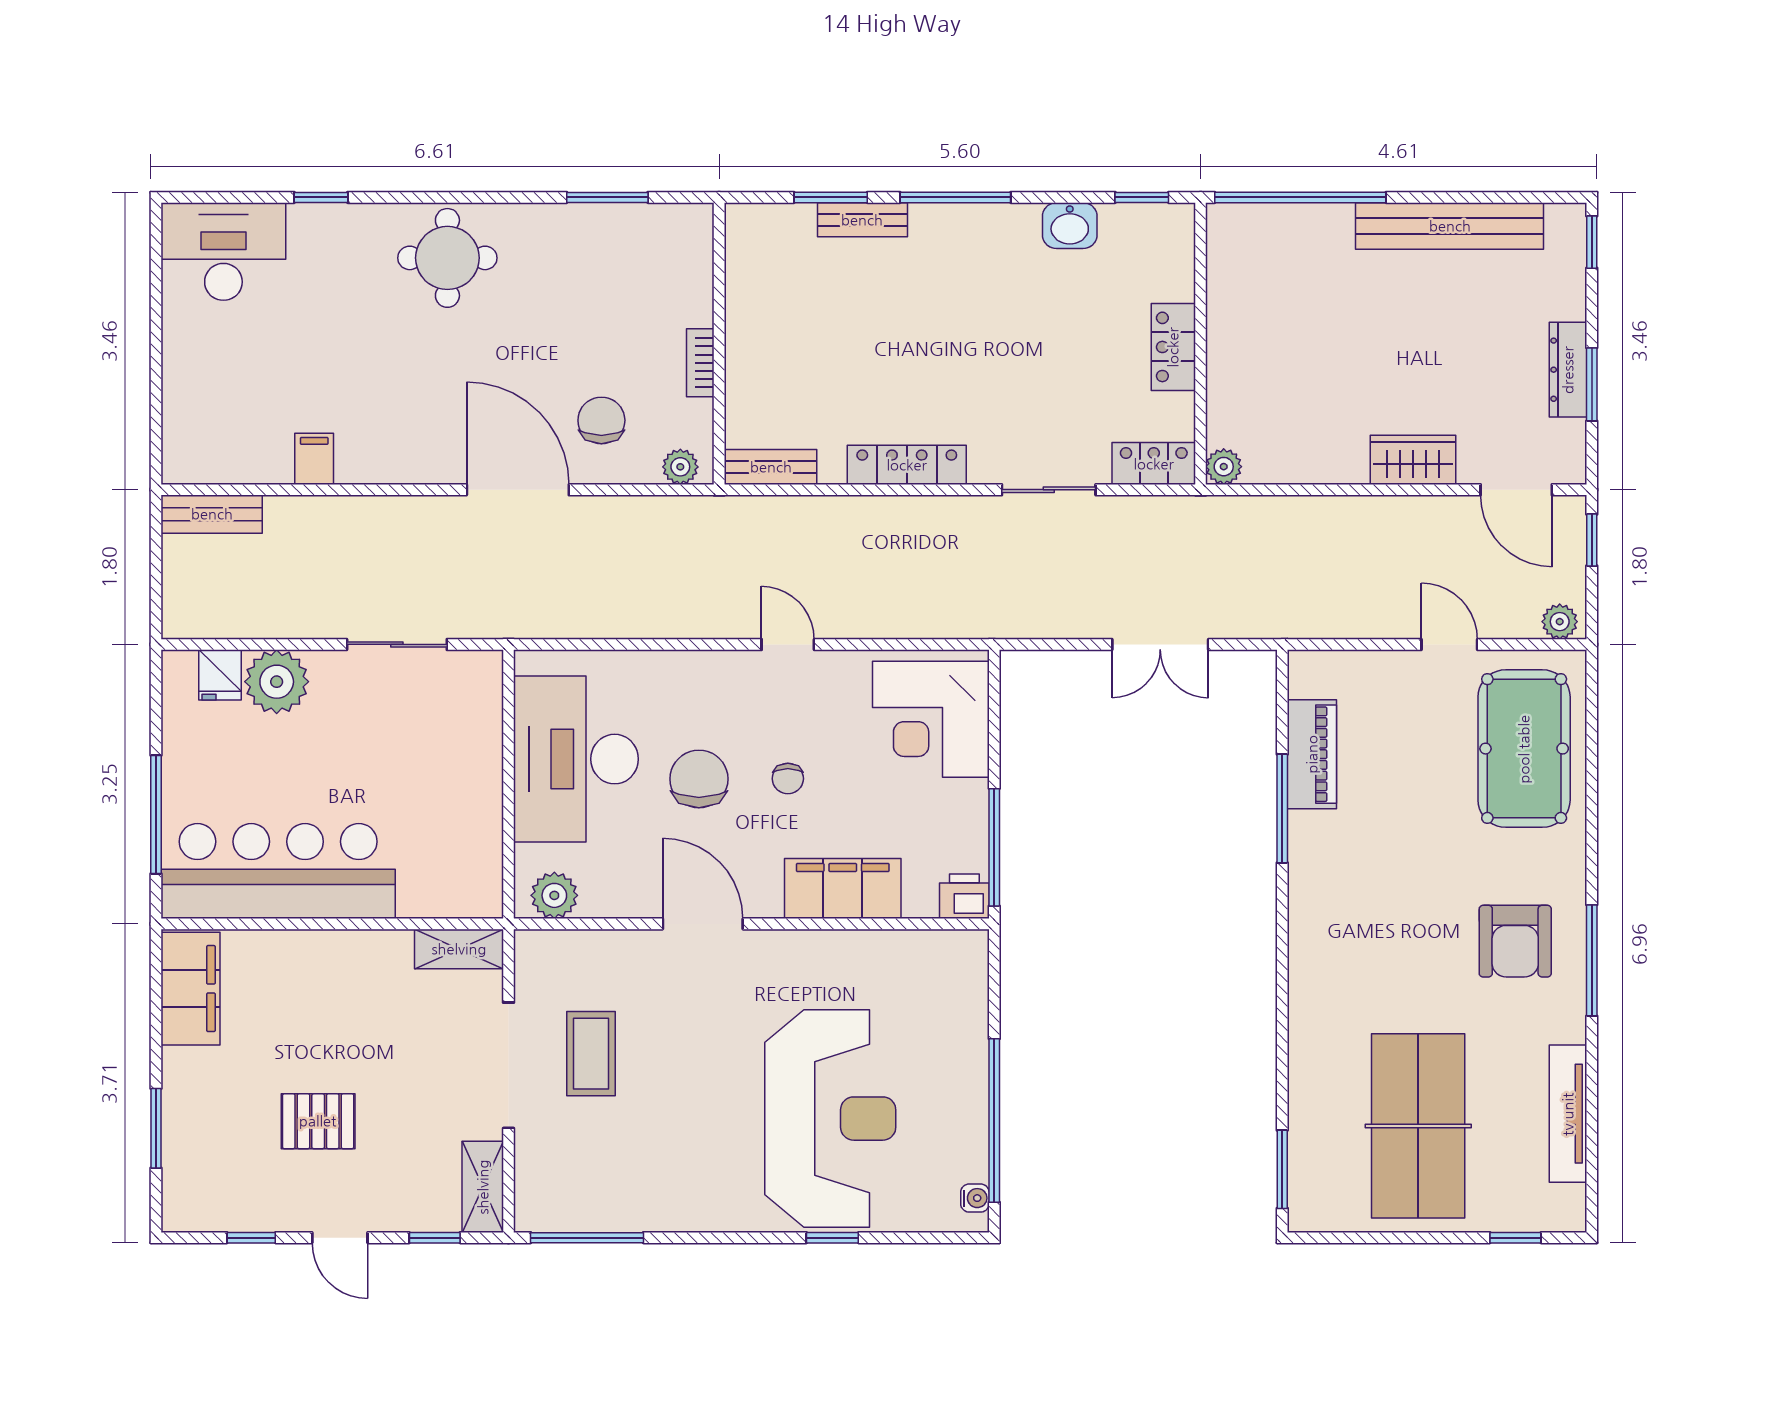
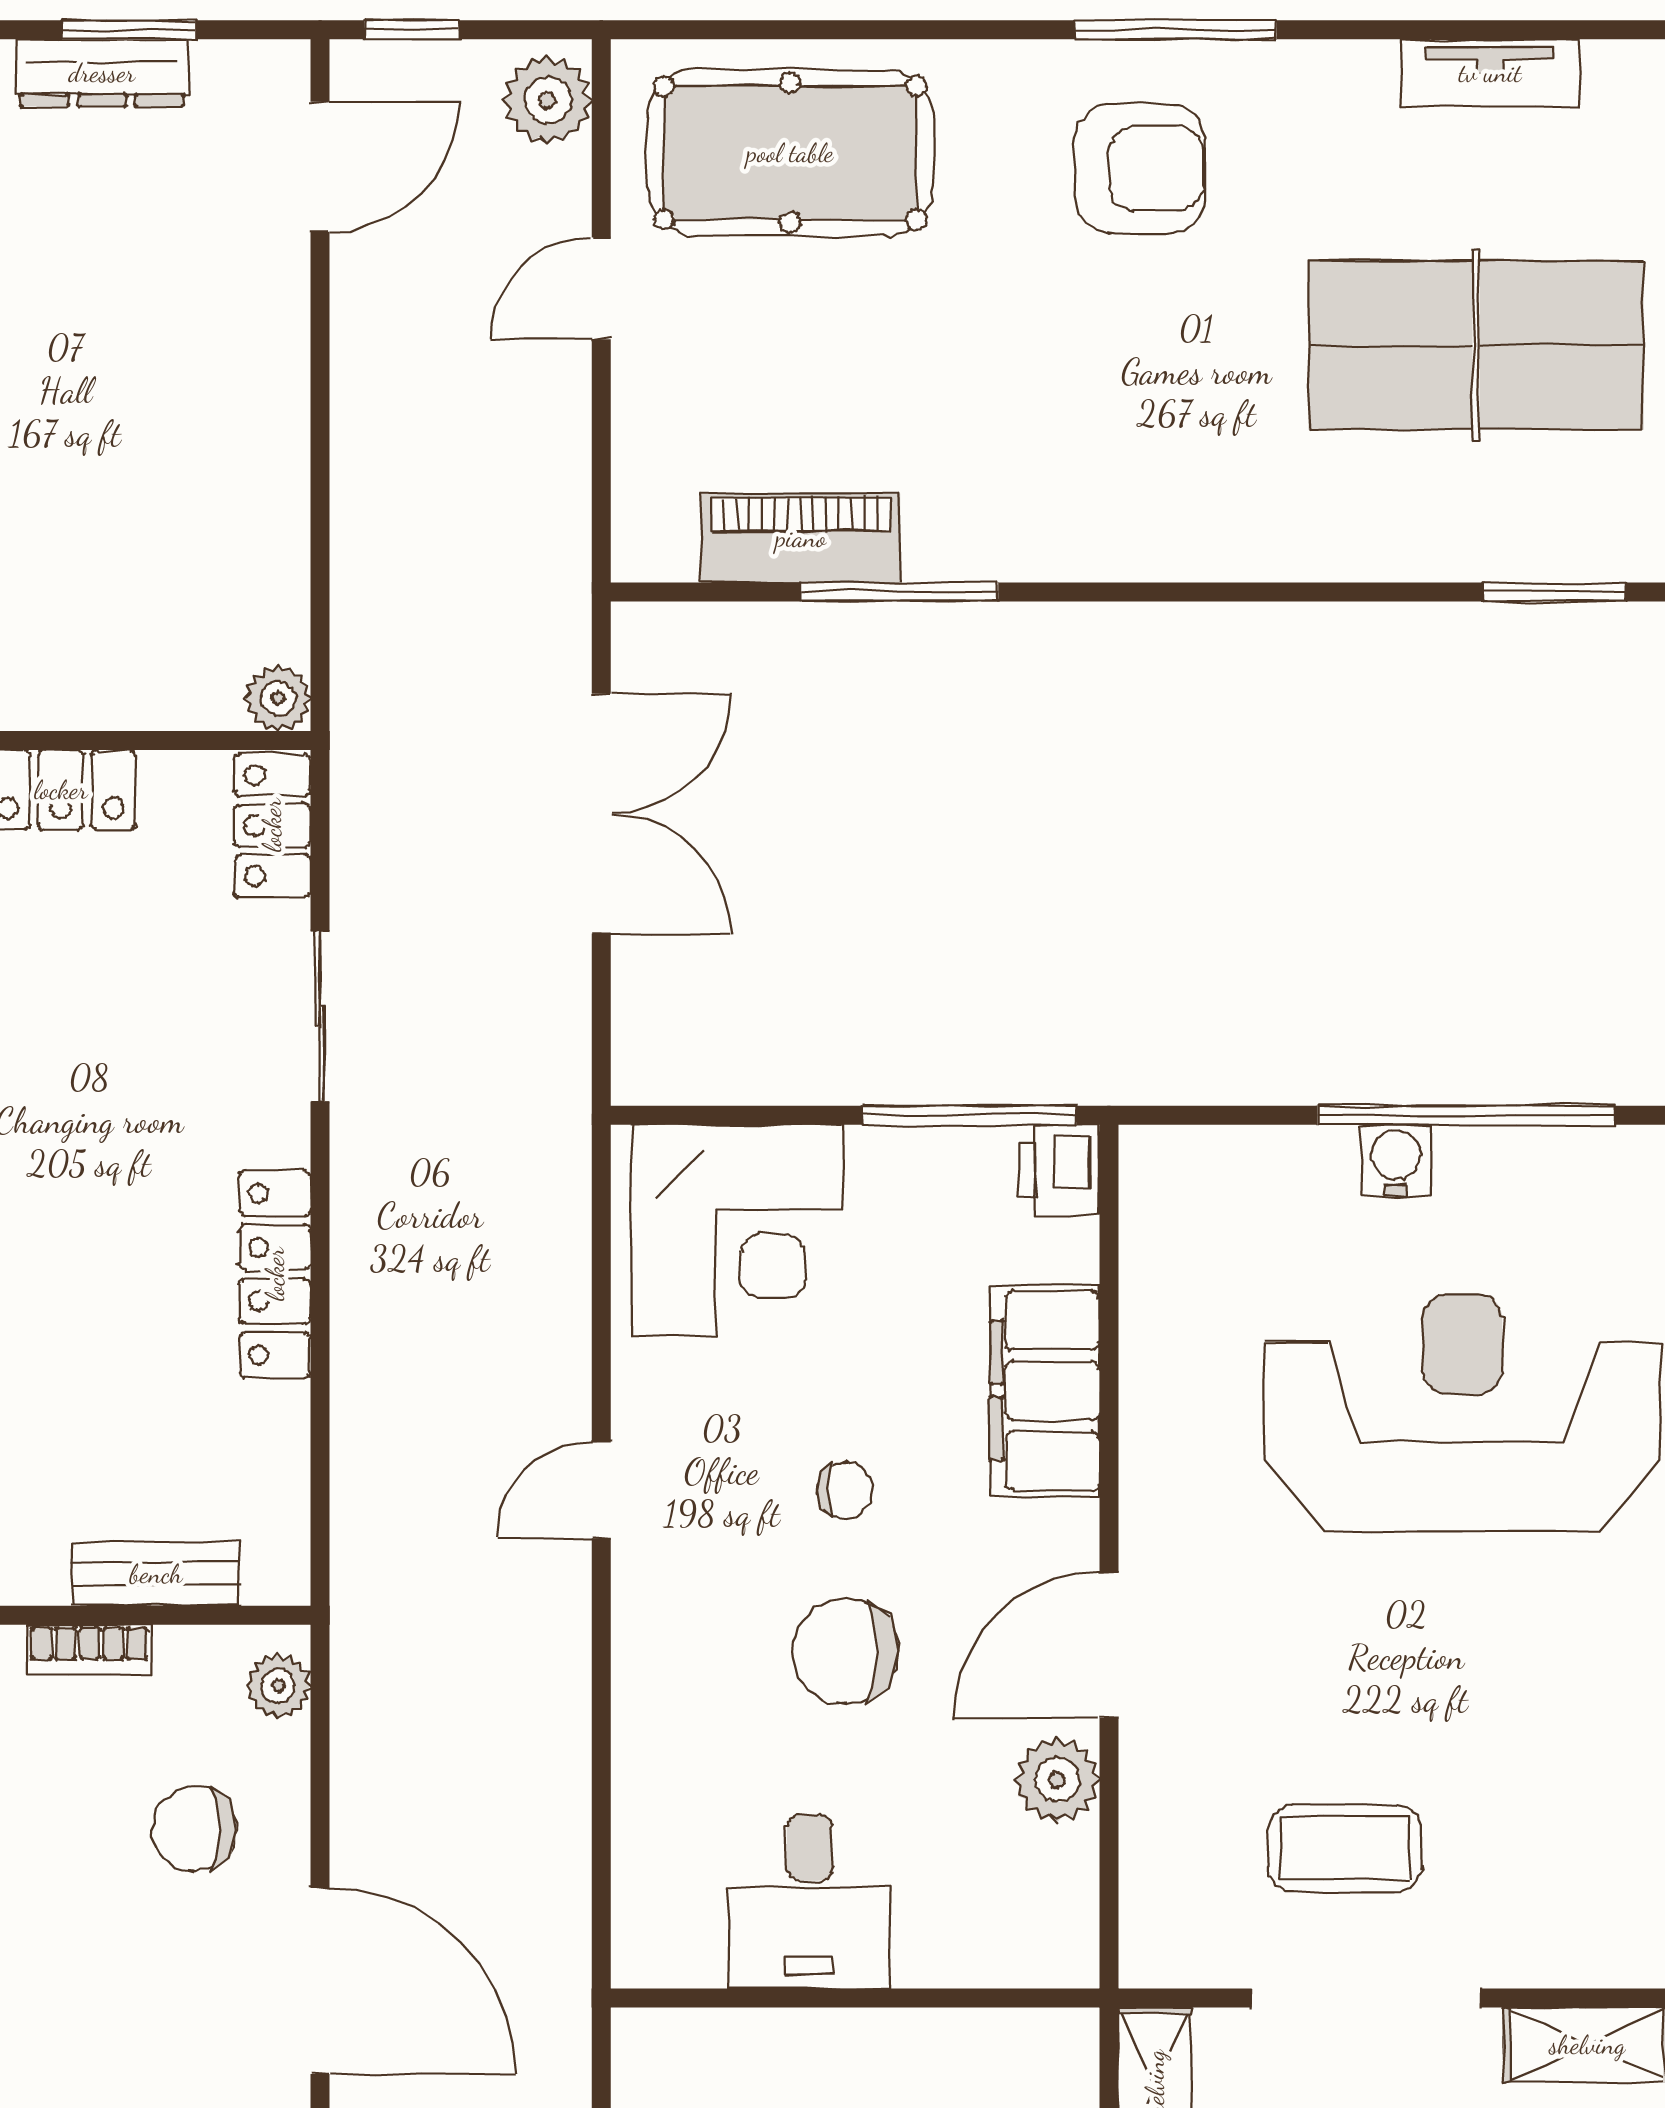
wardrobe: (1413, 460) -> (266, 354), removed
bench: (771, 467) -> (156, 1574), moved, turned 90
door: (518, 490) -> (320, 1981), swing flipped
plant: (1560, 622) -> (548, 100), width x1.38, depth x1.38
double door: (1160, 644) -> (601, 814), width x1.37
desk: (576, 759) -> (809, 1901), width x0.53, depth x0.77
plant: (554, 895) -> (1057, 1780), moved
tv unit: (1568, 1114) -> (1490, 73), width x0.71
water cooler: (975, 1198) -> (1396, 1160), moved, width x1.38, depth x1.38

